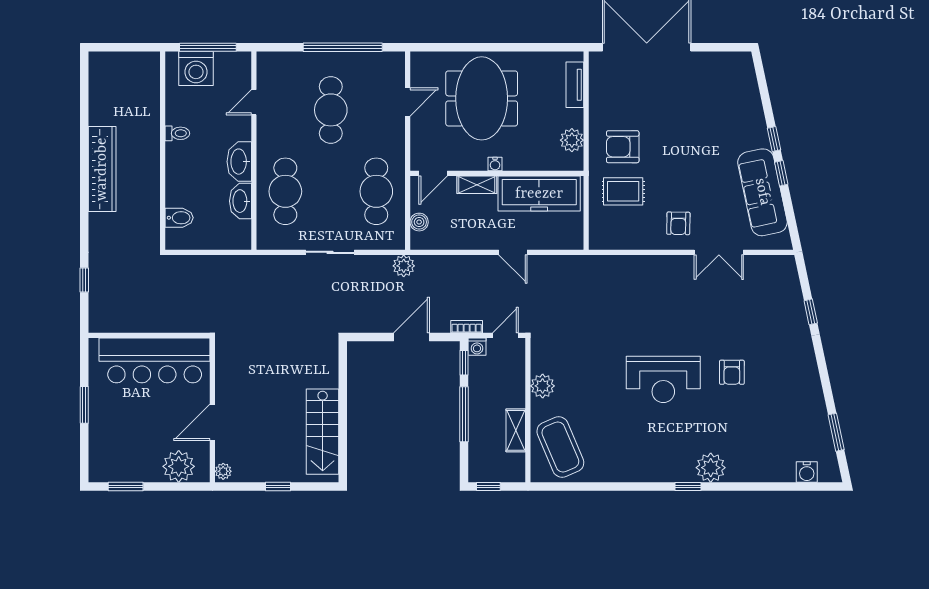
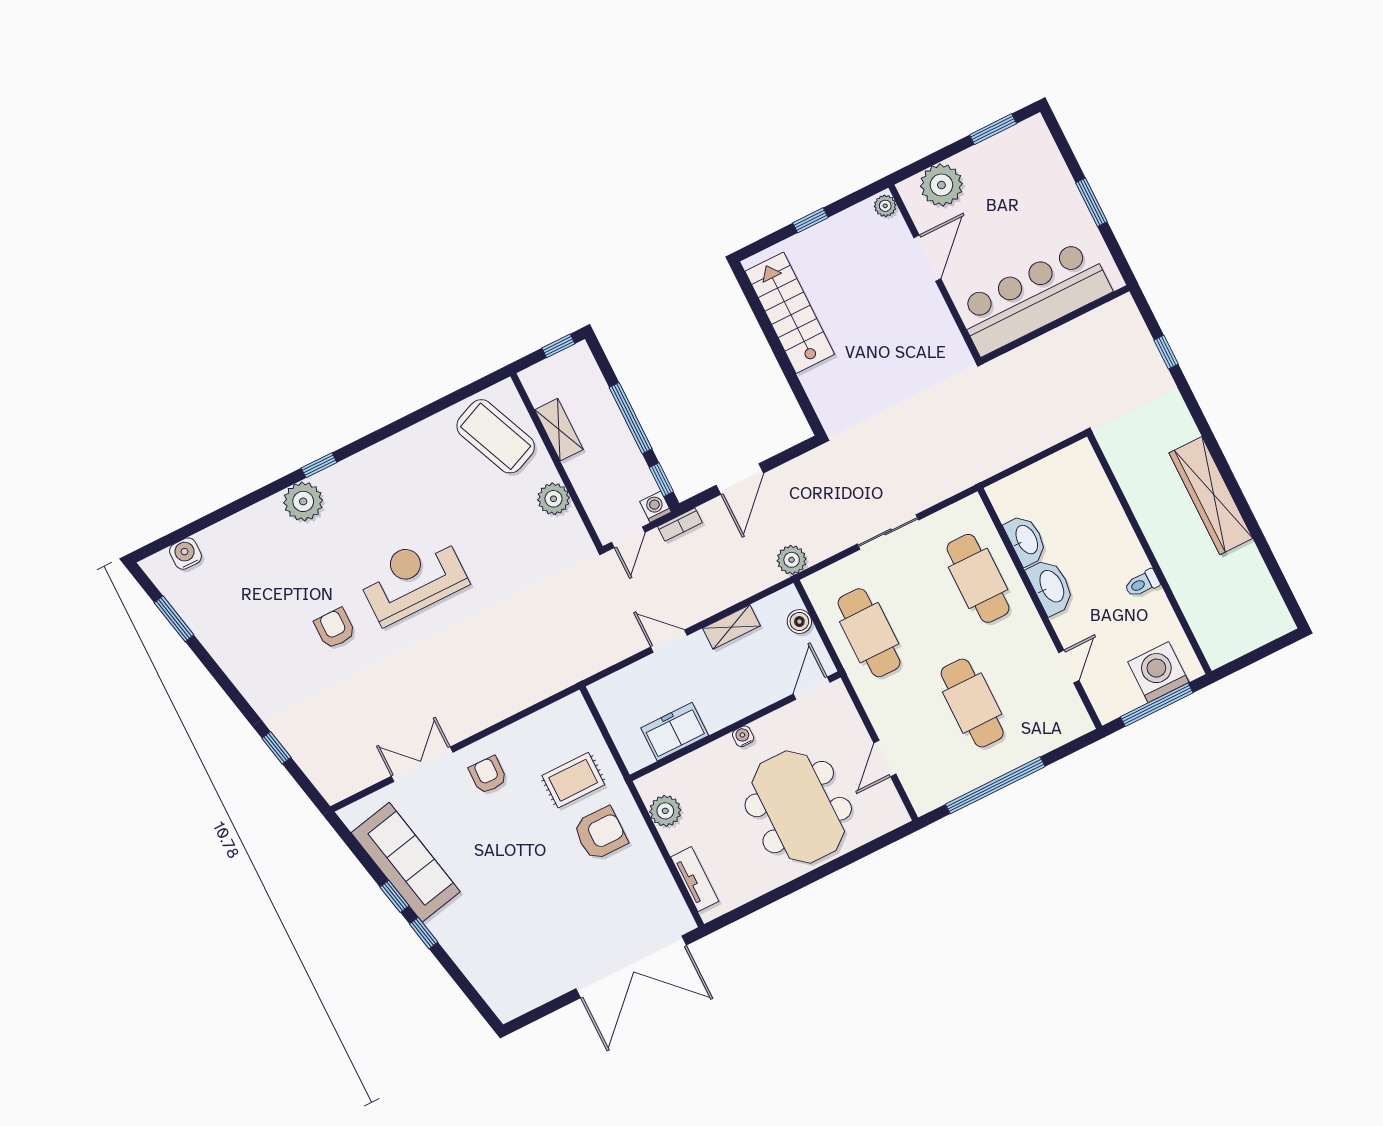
shelving: (477, 185) -> (731, 627), moved
freezer: (539, 194) -> (675, 732), width x0.52, depth x0.79
bidet: (179, 218) -> (1089, 483), removed

